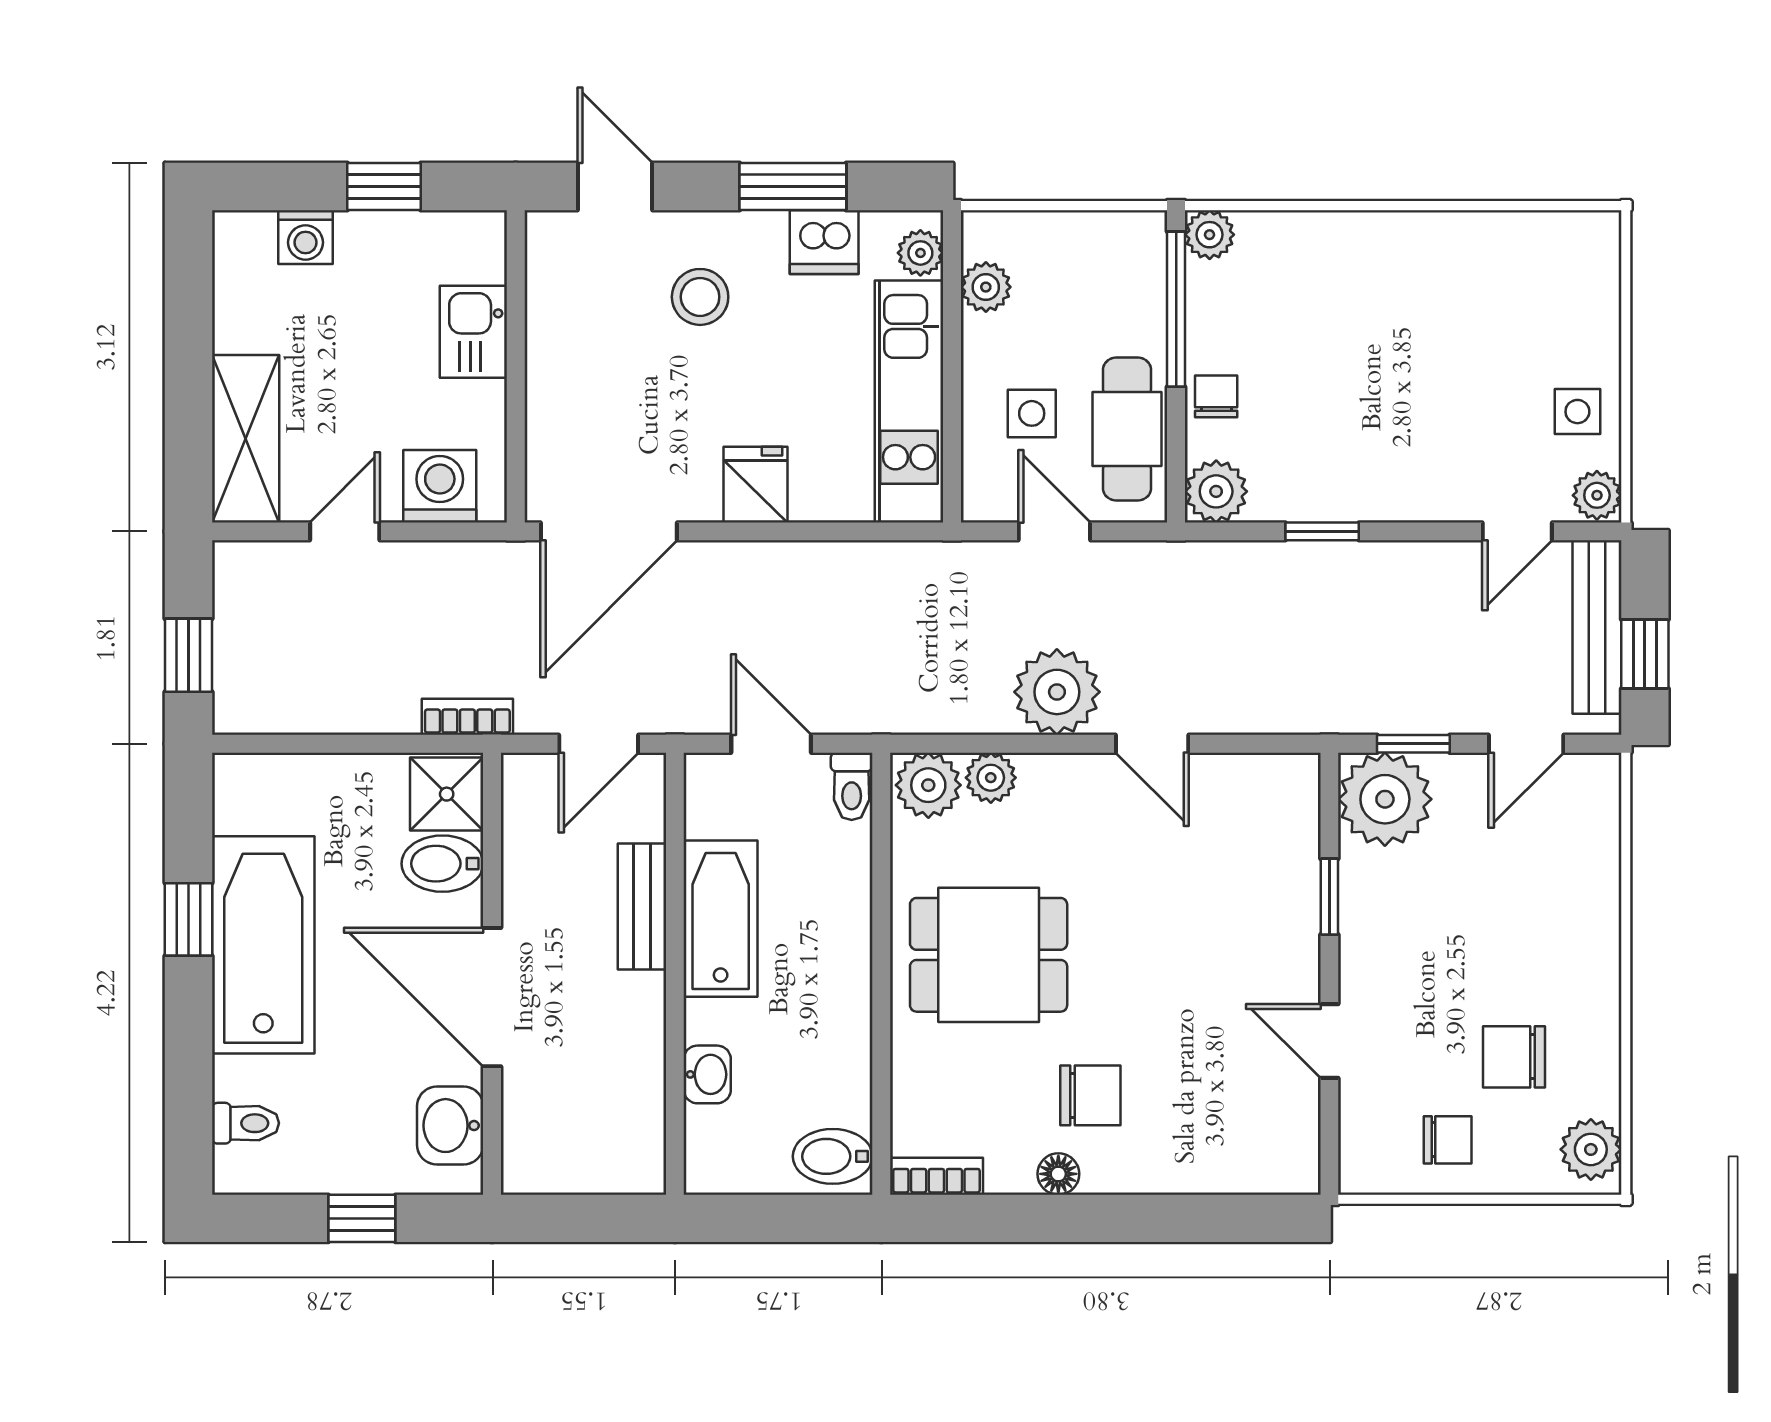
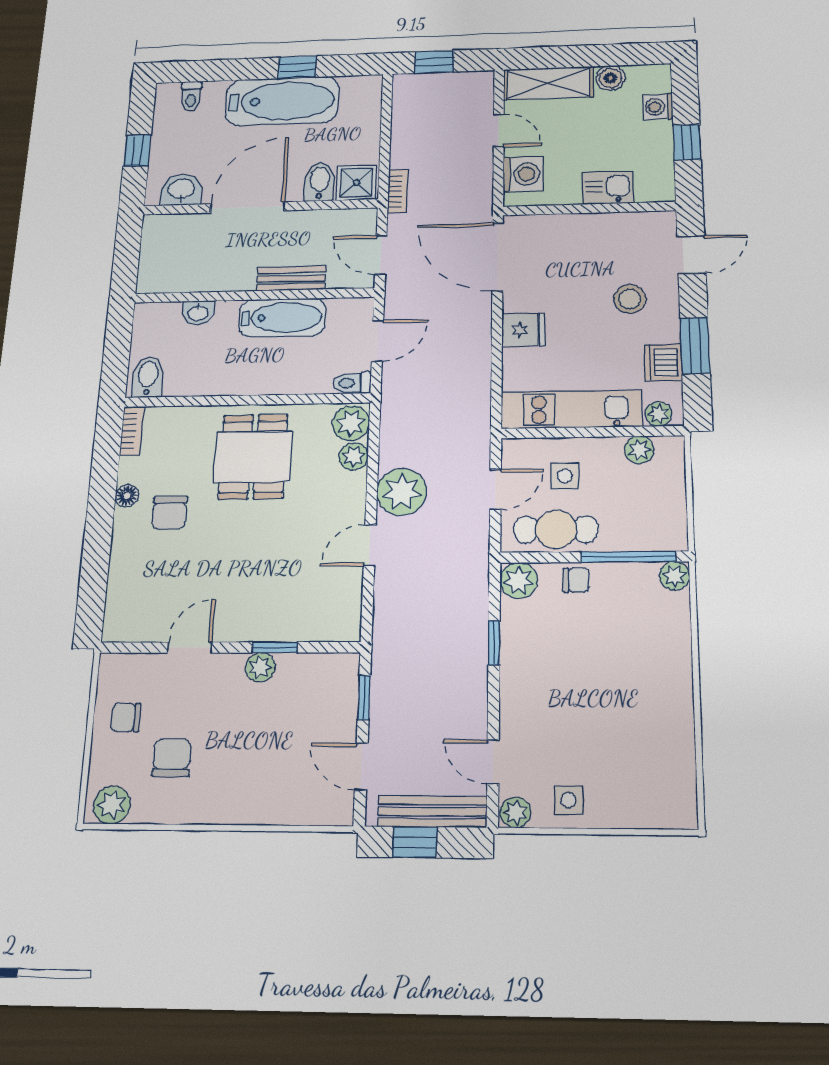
boiler: (239, 323) -> (610, 78), added
plant: (1385, 799) -> (260, 667), moved, width x0.53, depth x0.53
chair: (1448, 1140) -> (126, 717), turned 90

